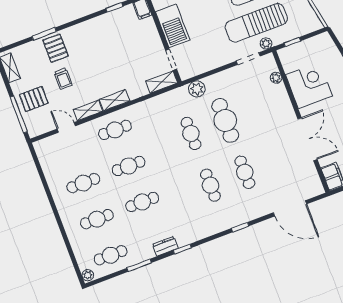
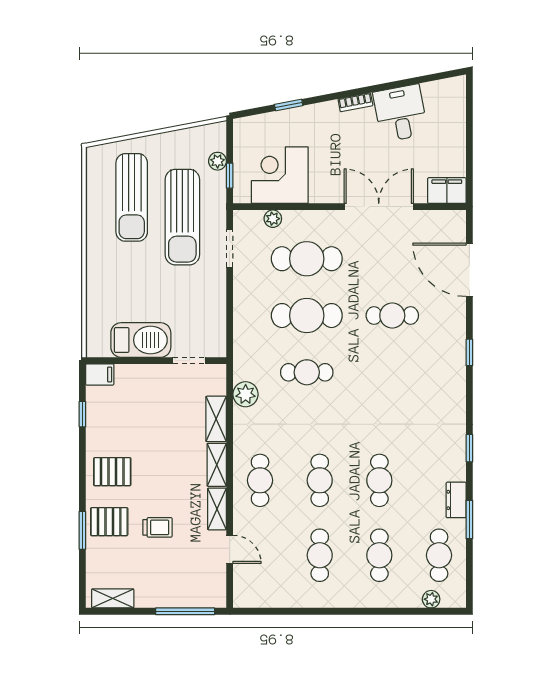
plant: (266, 43) -> (218, 161), moved
shelving: (162, 82) -> (216, 419), moved
corner desk: (309, 85) -> (280, 175), moved
plant: (197, 89) -> (246, 394), moved
pallet: (34, 99) -> (112, 472), moved, turned 90
door: (66, 127) -> (230, 549), swing flipped
cafe table: (210, 185) -> (307, 259), moved, width x1.37, depth x1.35
door: (290, 208) -> (469, 270), swing flipped
dresser: (165, 246) -> (456, 500), moved
plant: (88, 275) -> (431, 599), moved

